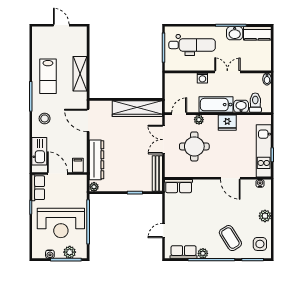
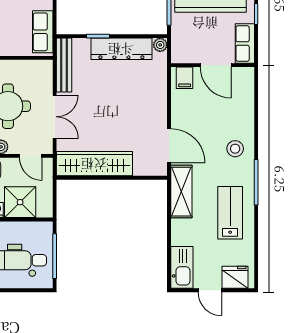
fridge: (45, 34) -> (235, 277), added
shelving: (80, 74) -> (181, 192), moved
shower: (186, 83) -> (20, 202), added
door: (179, 114) -> (31, 156), hinge flipped
kitchen sink: (39, 151) -> (182, 267), moved, turned 180
dresser: (96, 160) -> (121, 49), moved, turned -90
row of seats: (179, 186) -> (43, 32), moved, turned -90

